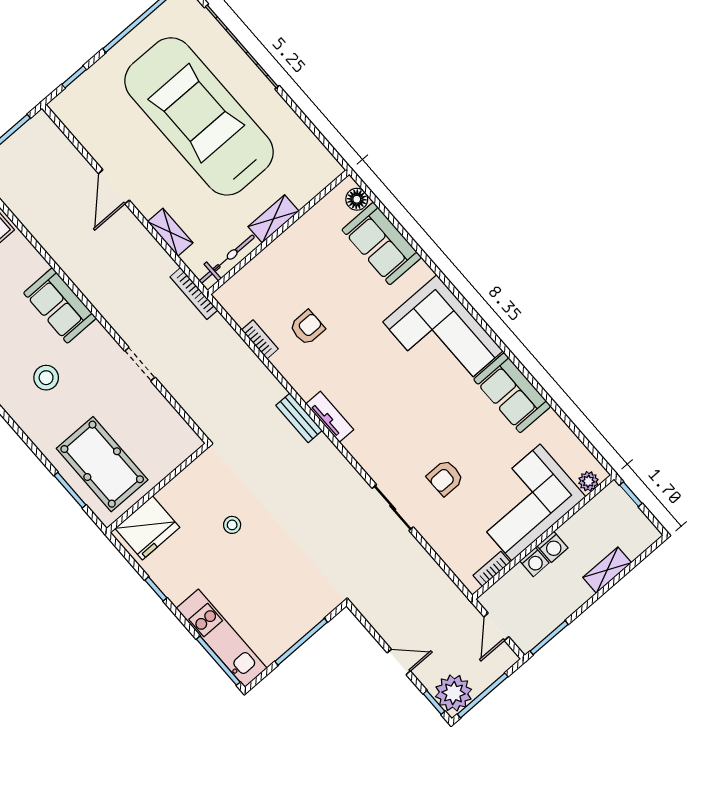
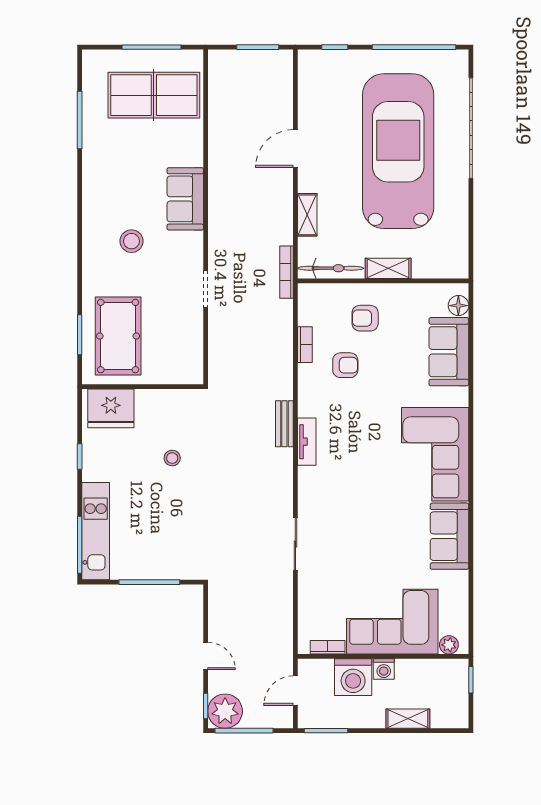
armchair: (445, 478) -> (365, 318), moved
washing machine: (534, 562) -> (353, 677), width x1.89, depth x1.89

